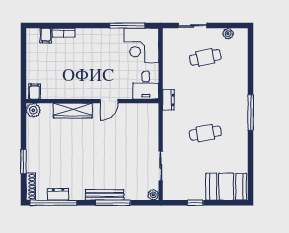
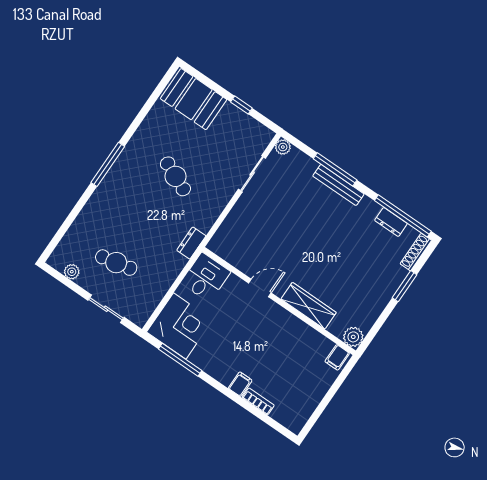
filing cabinet: (46, 36) -> (240, 384), moved
cafe table: (205, 133) -> (175, 176), turned 33

